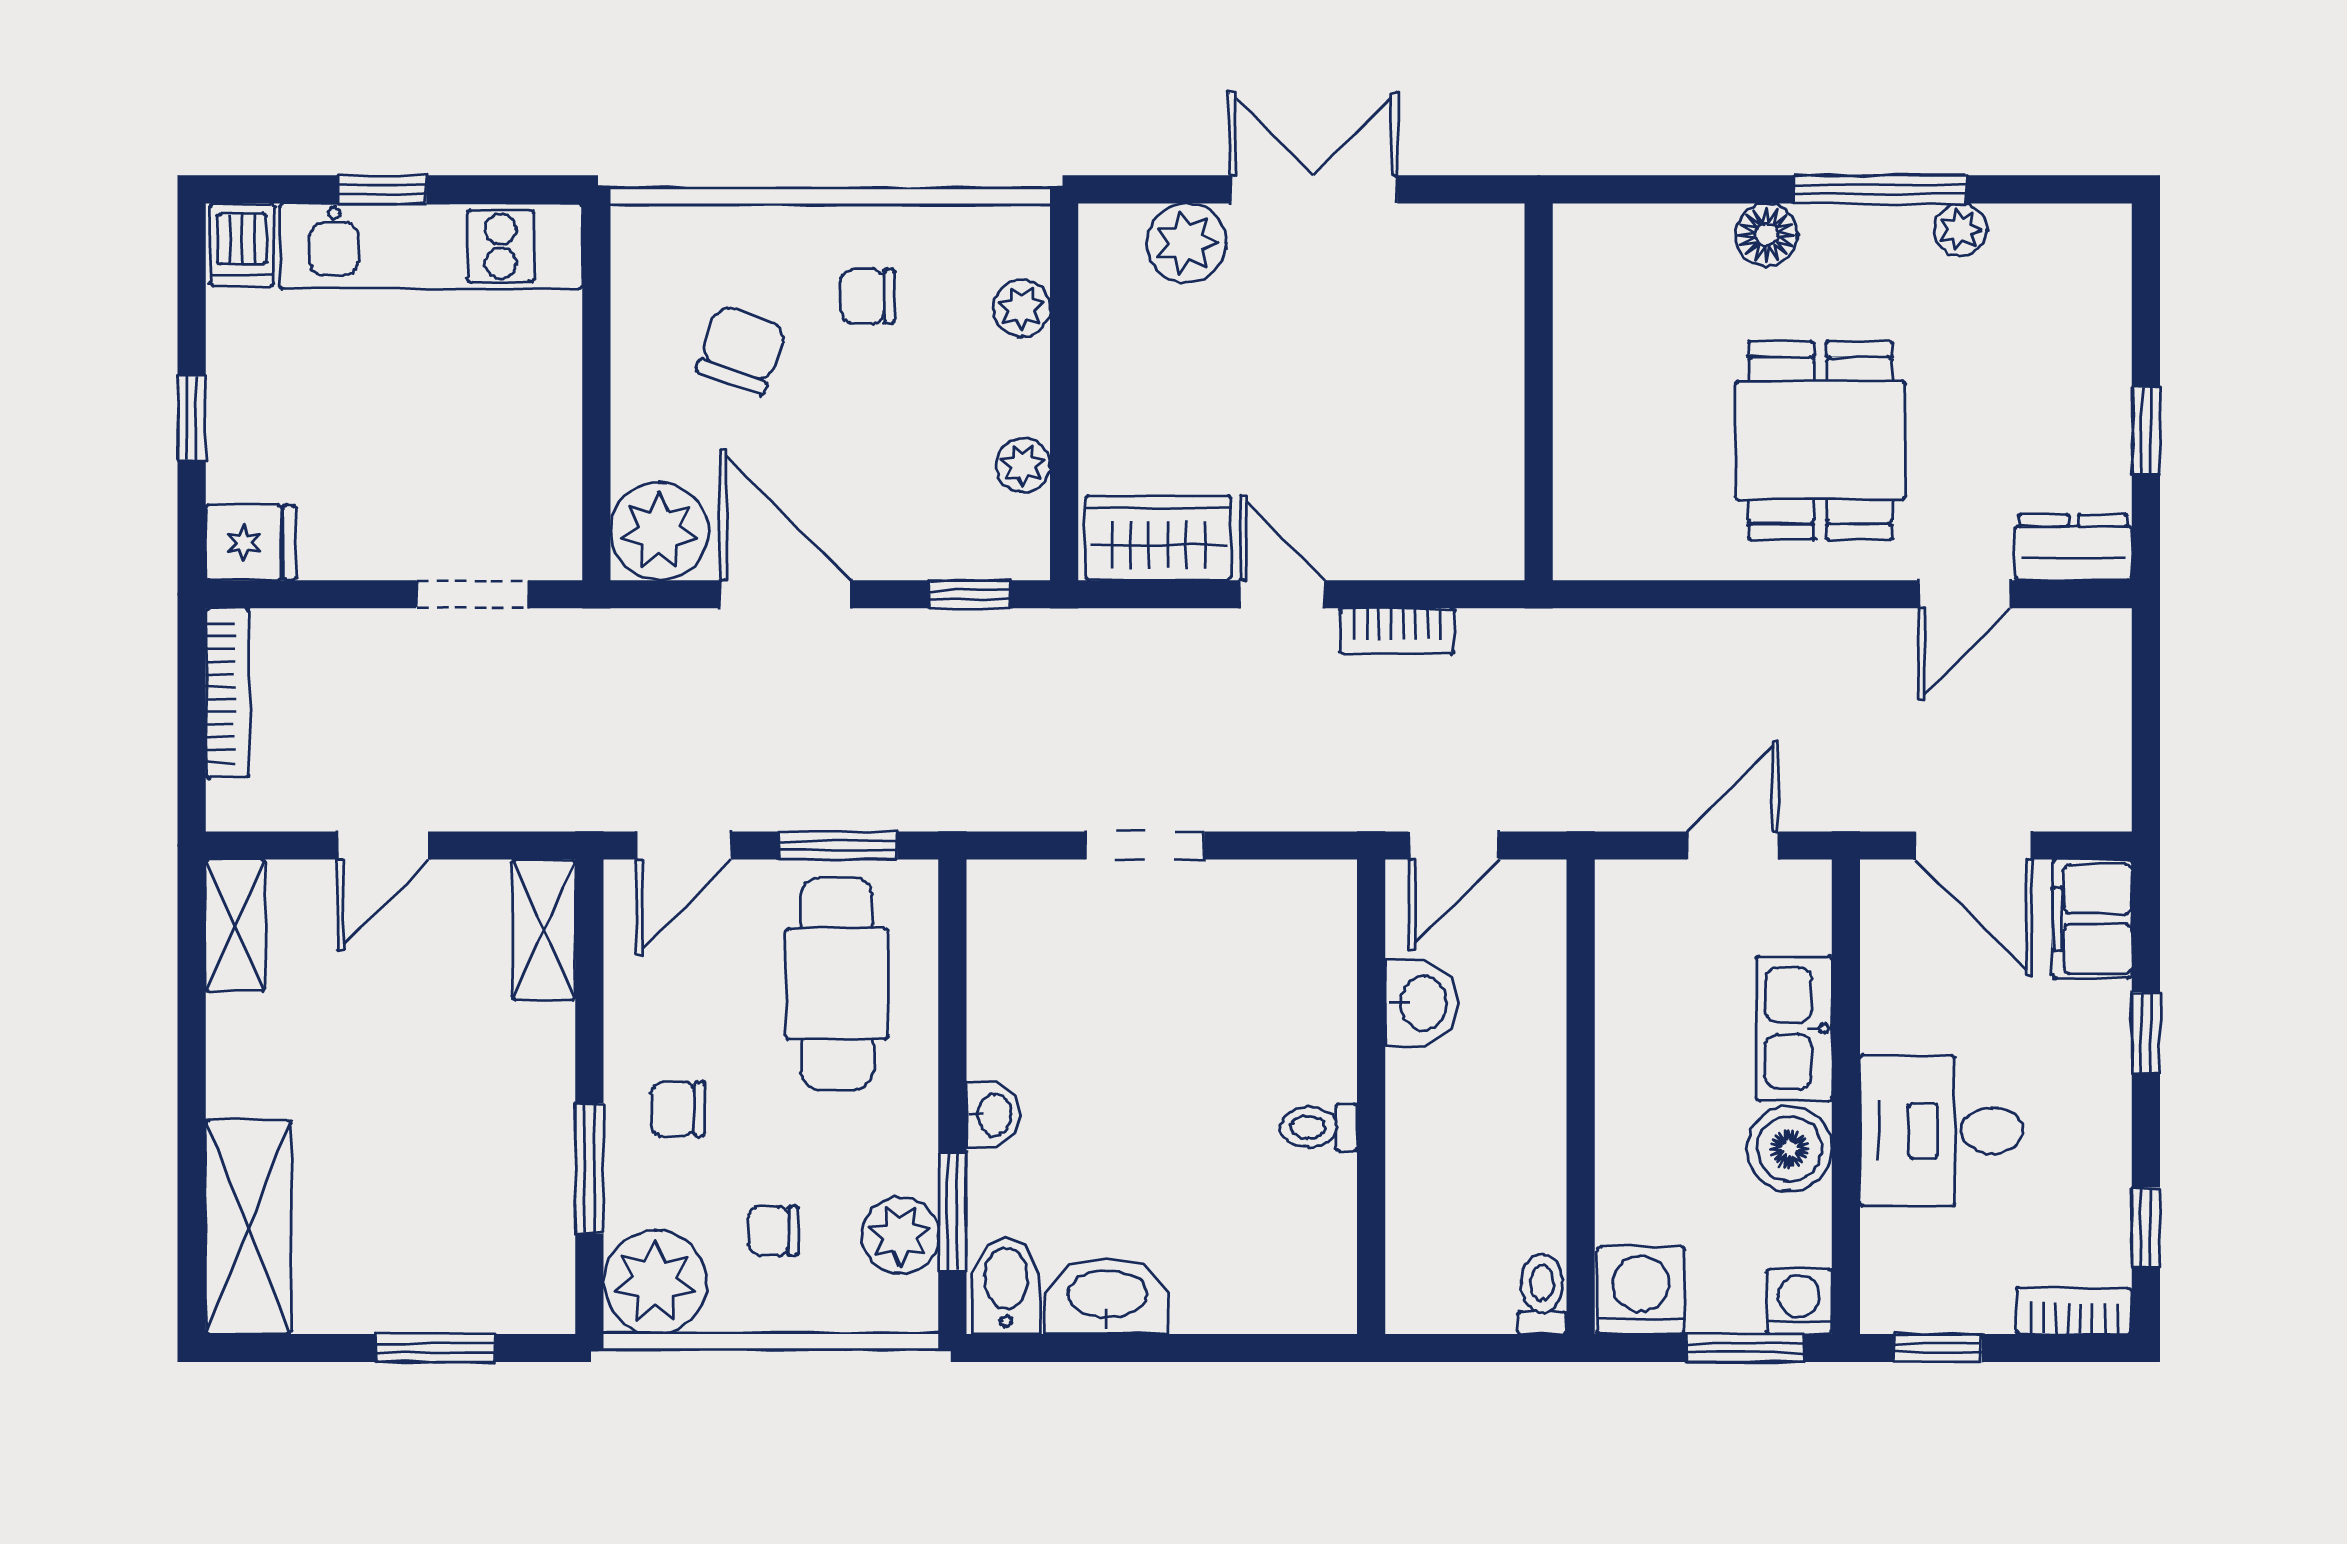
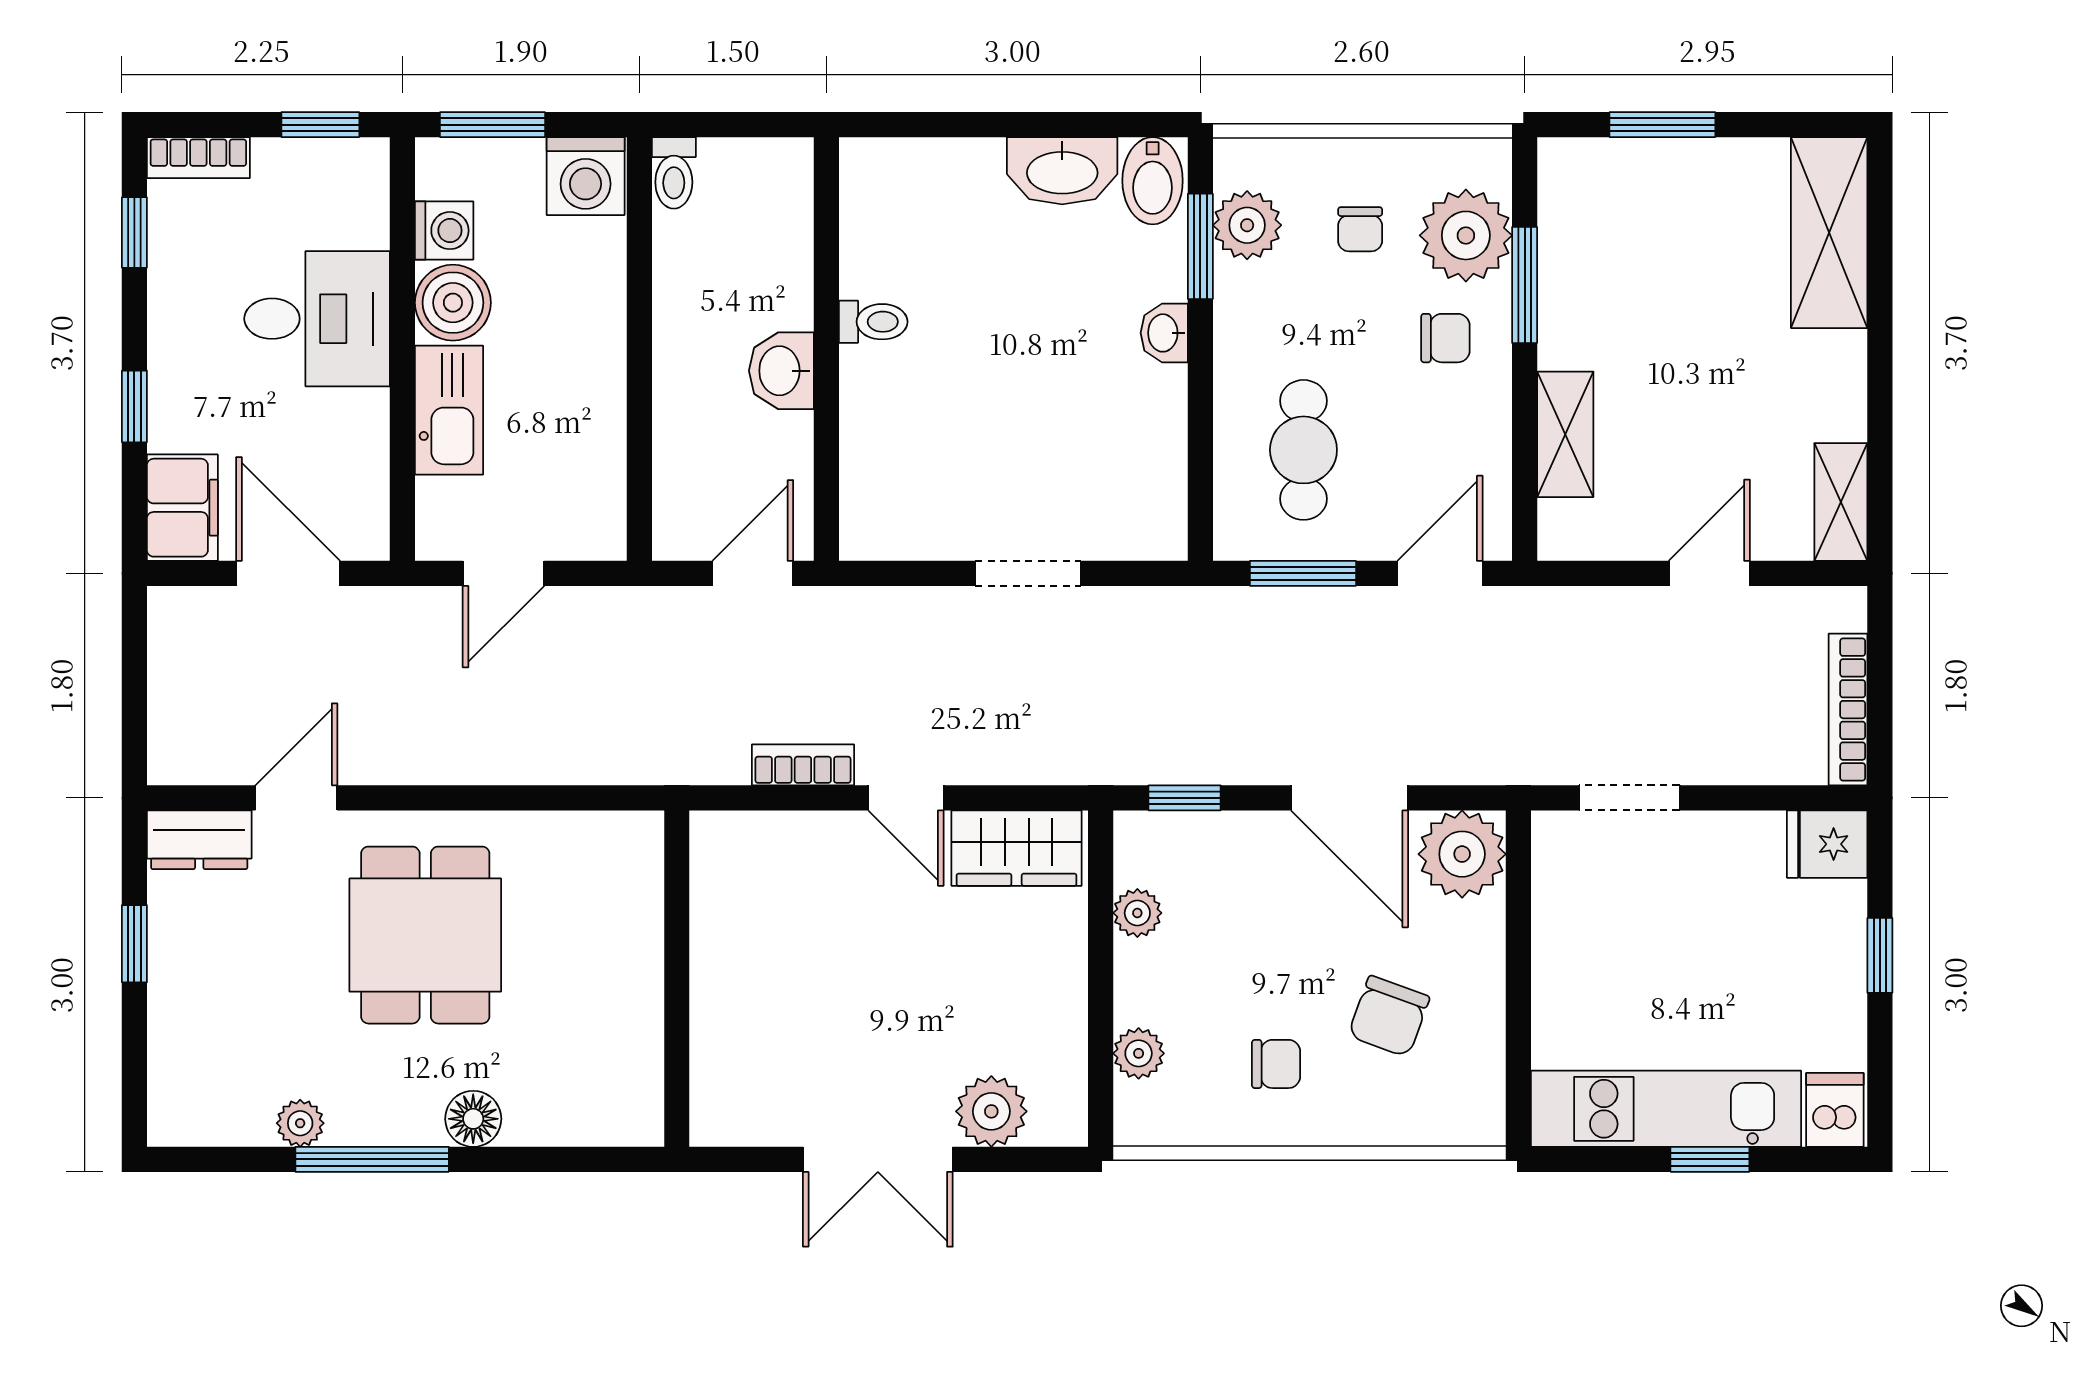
shelving: (544, 930) -> (1565, 434), moved
cafe table: (837, 984) -> (1303, 450), width x0.73, depth x0.74
washbasin: (1422, 1003) -> (781, 371), moved
chair: (774, 1231) -> (1360, 229), turned 90
plant: (655, 1282) -> (1466, 235), moved
washing machine: (1799, 1301) -> (444, 231), moved, turned -90

